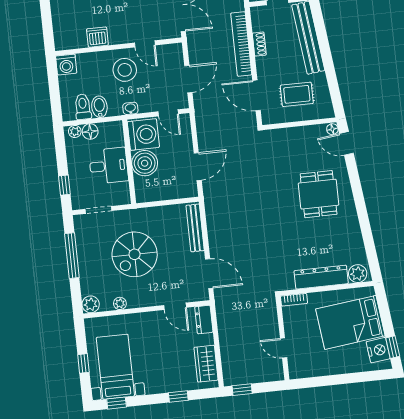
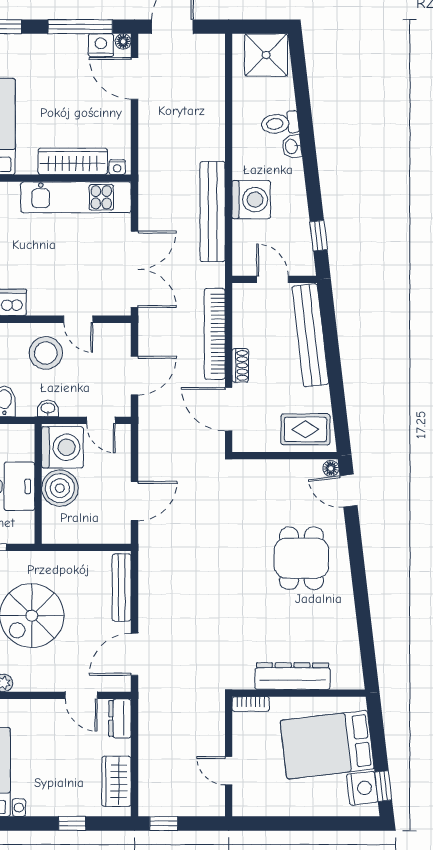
shoe rack: (259, 44) -> (240, 365), moved
rug: (297, 94) -> (305, 429), moved
door: (209, 274) -> (135, 654), swing flipped
plant: (358, 274) -> (345, 677), removed

